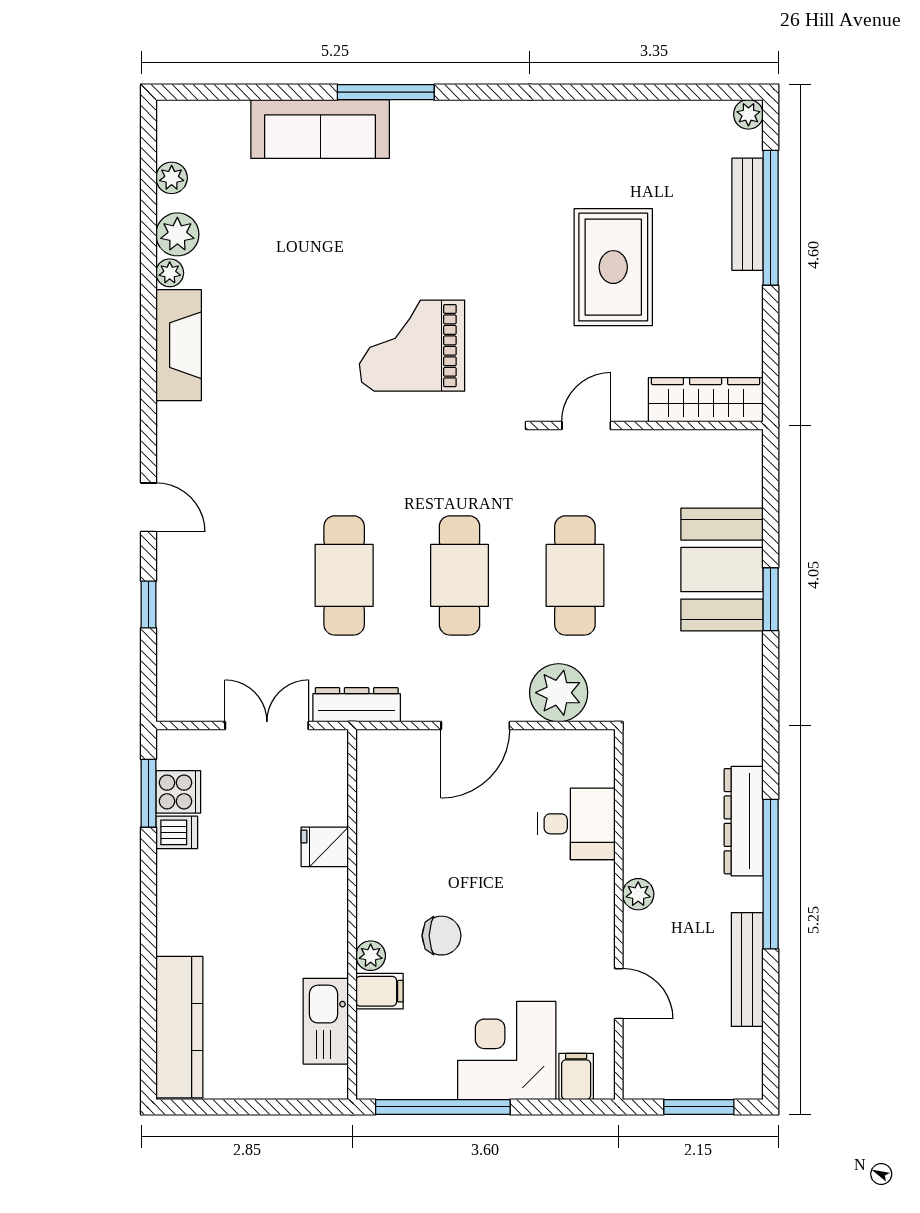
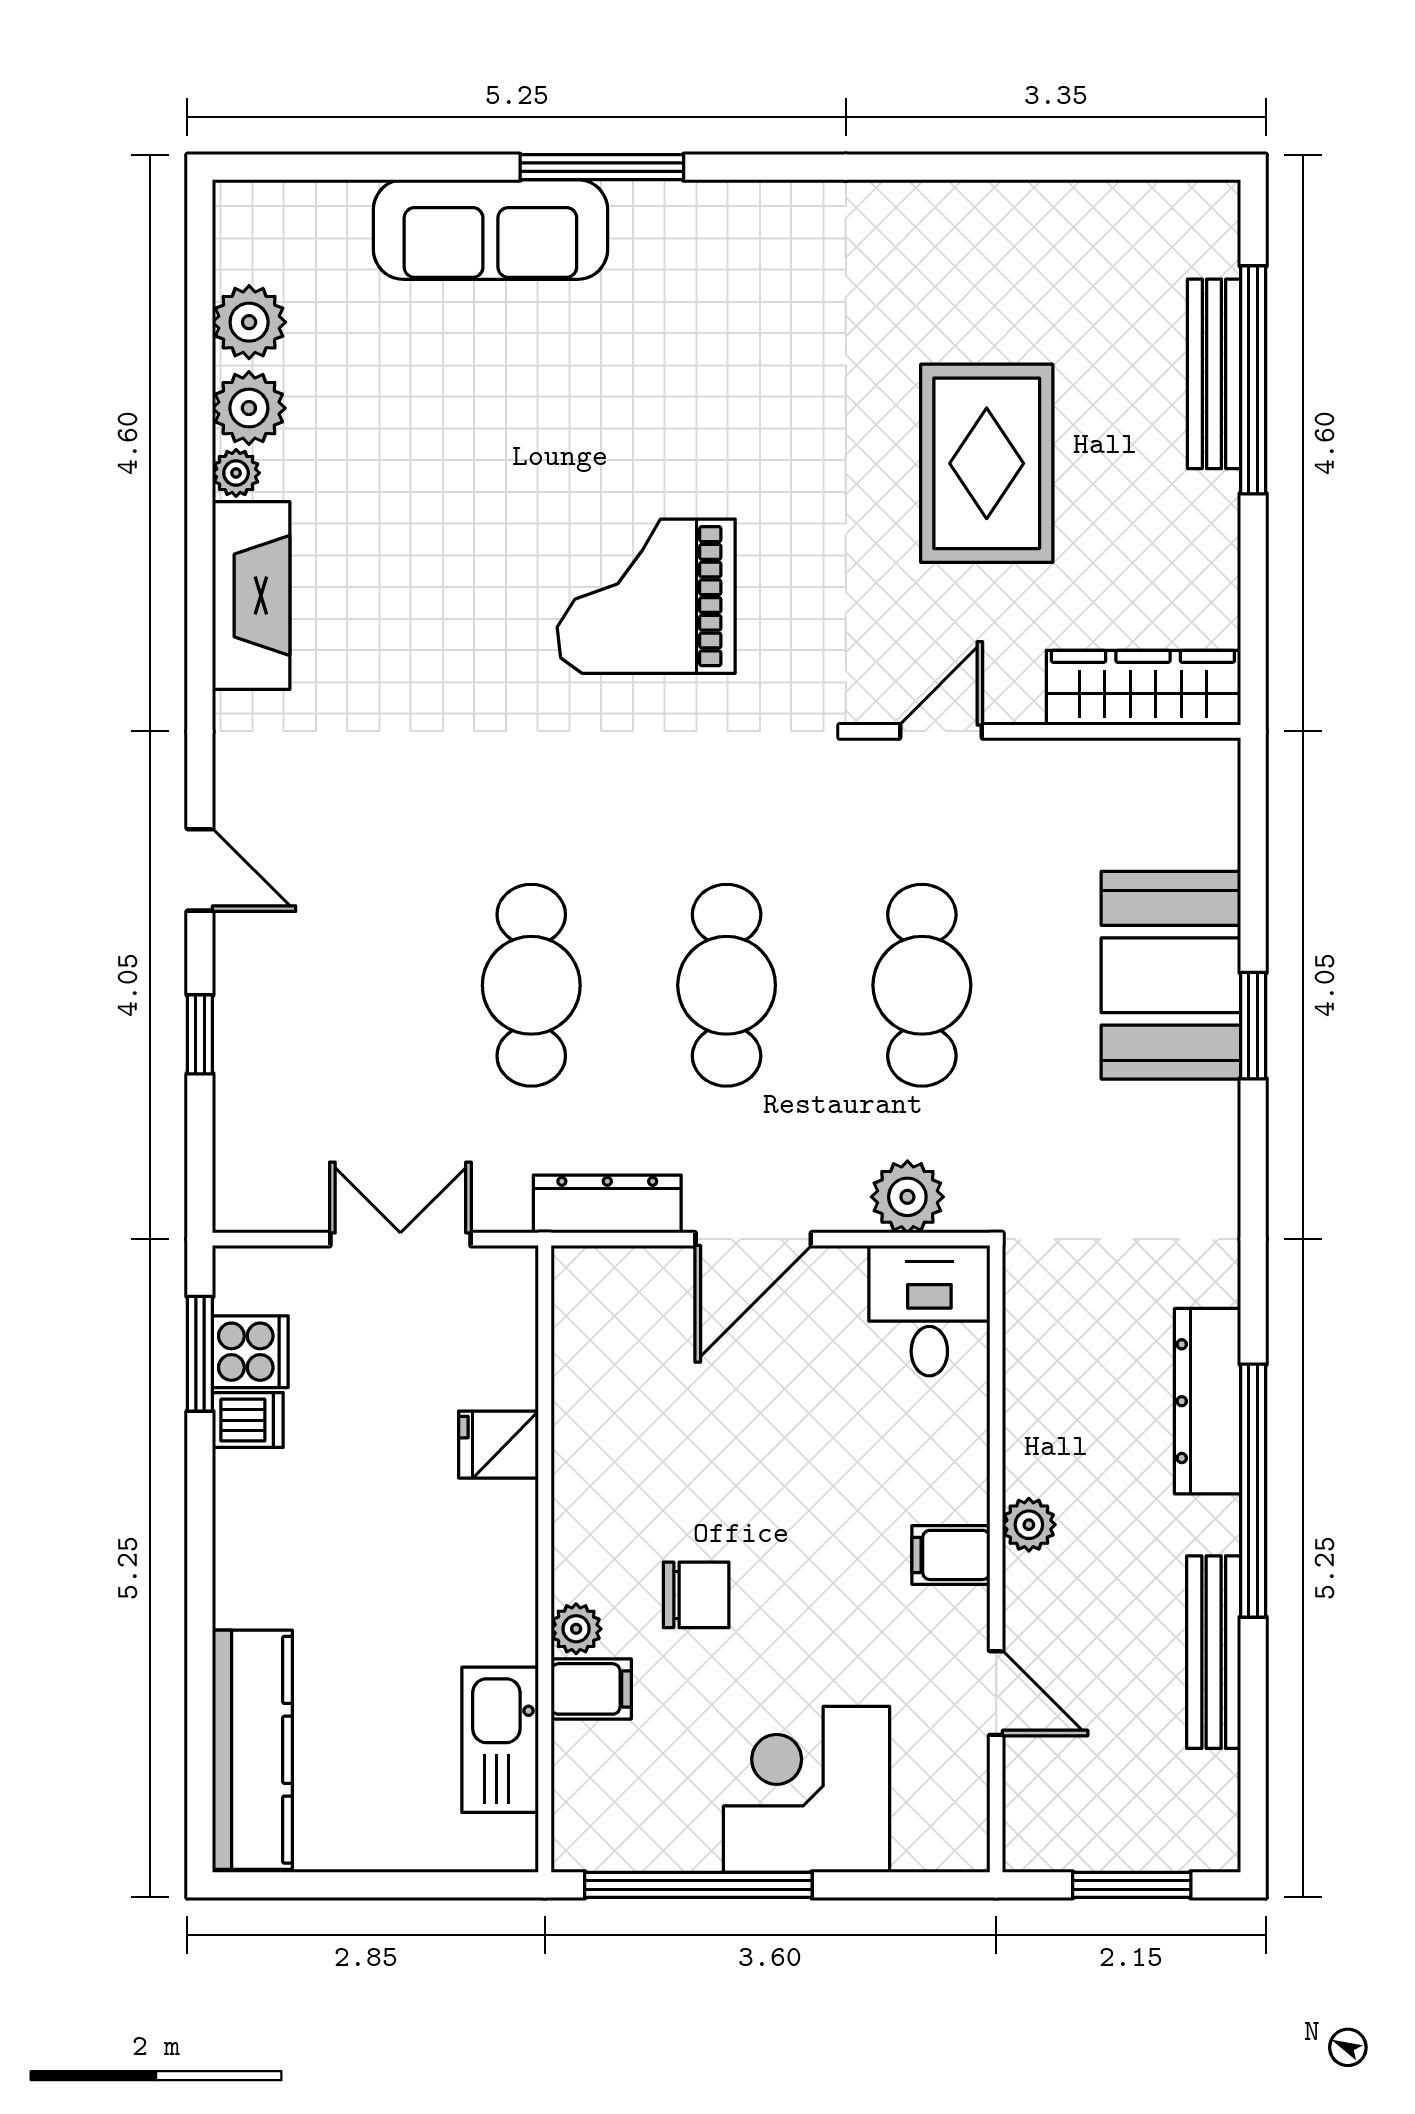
plant: (748, 114) -> (1216, 205), removed
plant: (172, 178) -> (249, 322), width x1.38, depth x1.38
plant: (559, 693) -> (907, 1197), width x0.73, depth x0.73
dresser: (357, 705) -> (607, 1204), moved
desk: (577, 824) -> (929, 1311), moved, turned -90
filing cabinet: (576, 1076) -> (951, 1555), moved, turned -90

